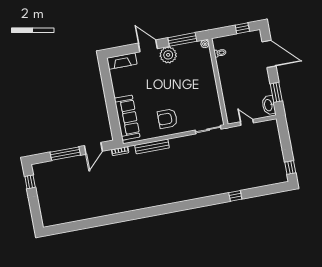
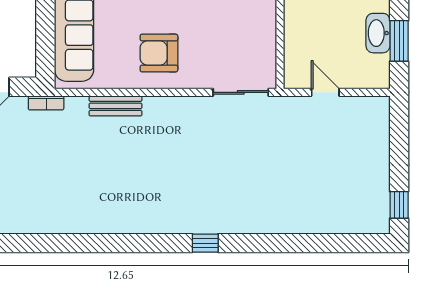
washbasin: (269, 105) -> (378, 33), moved
bench: (152, 146) -> (116, 106), width x0.73
window: (235, 196) -> (205, 243), moved

